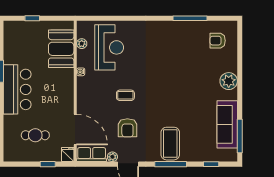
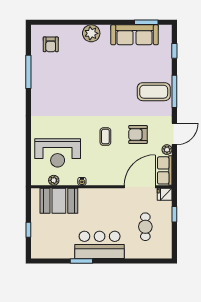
reception desk: (109, 47) -> (58, 153), turned 180
armchair: (127, 128) -> (138, 135), turned 180
window: (240, 136) -> (146, 22), width x0.69

